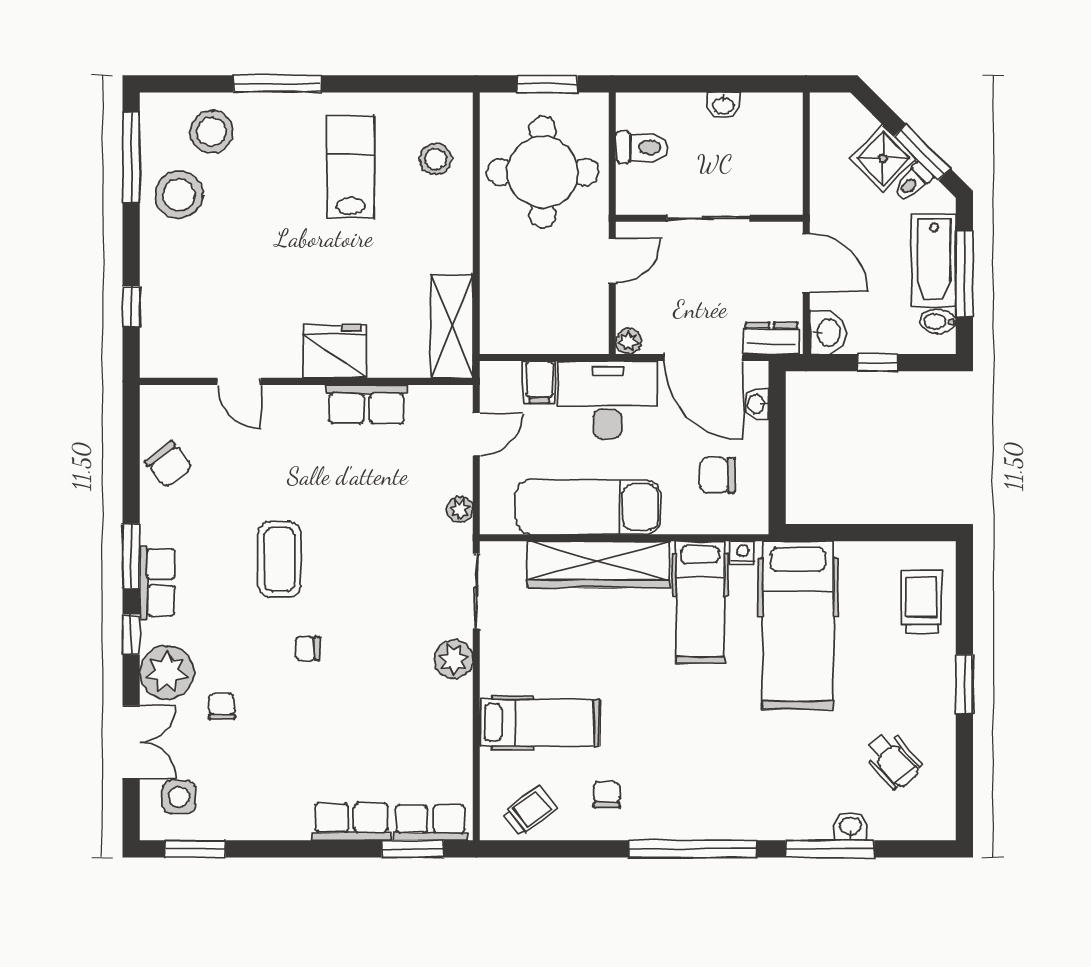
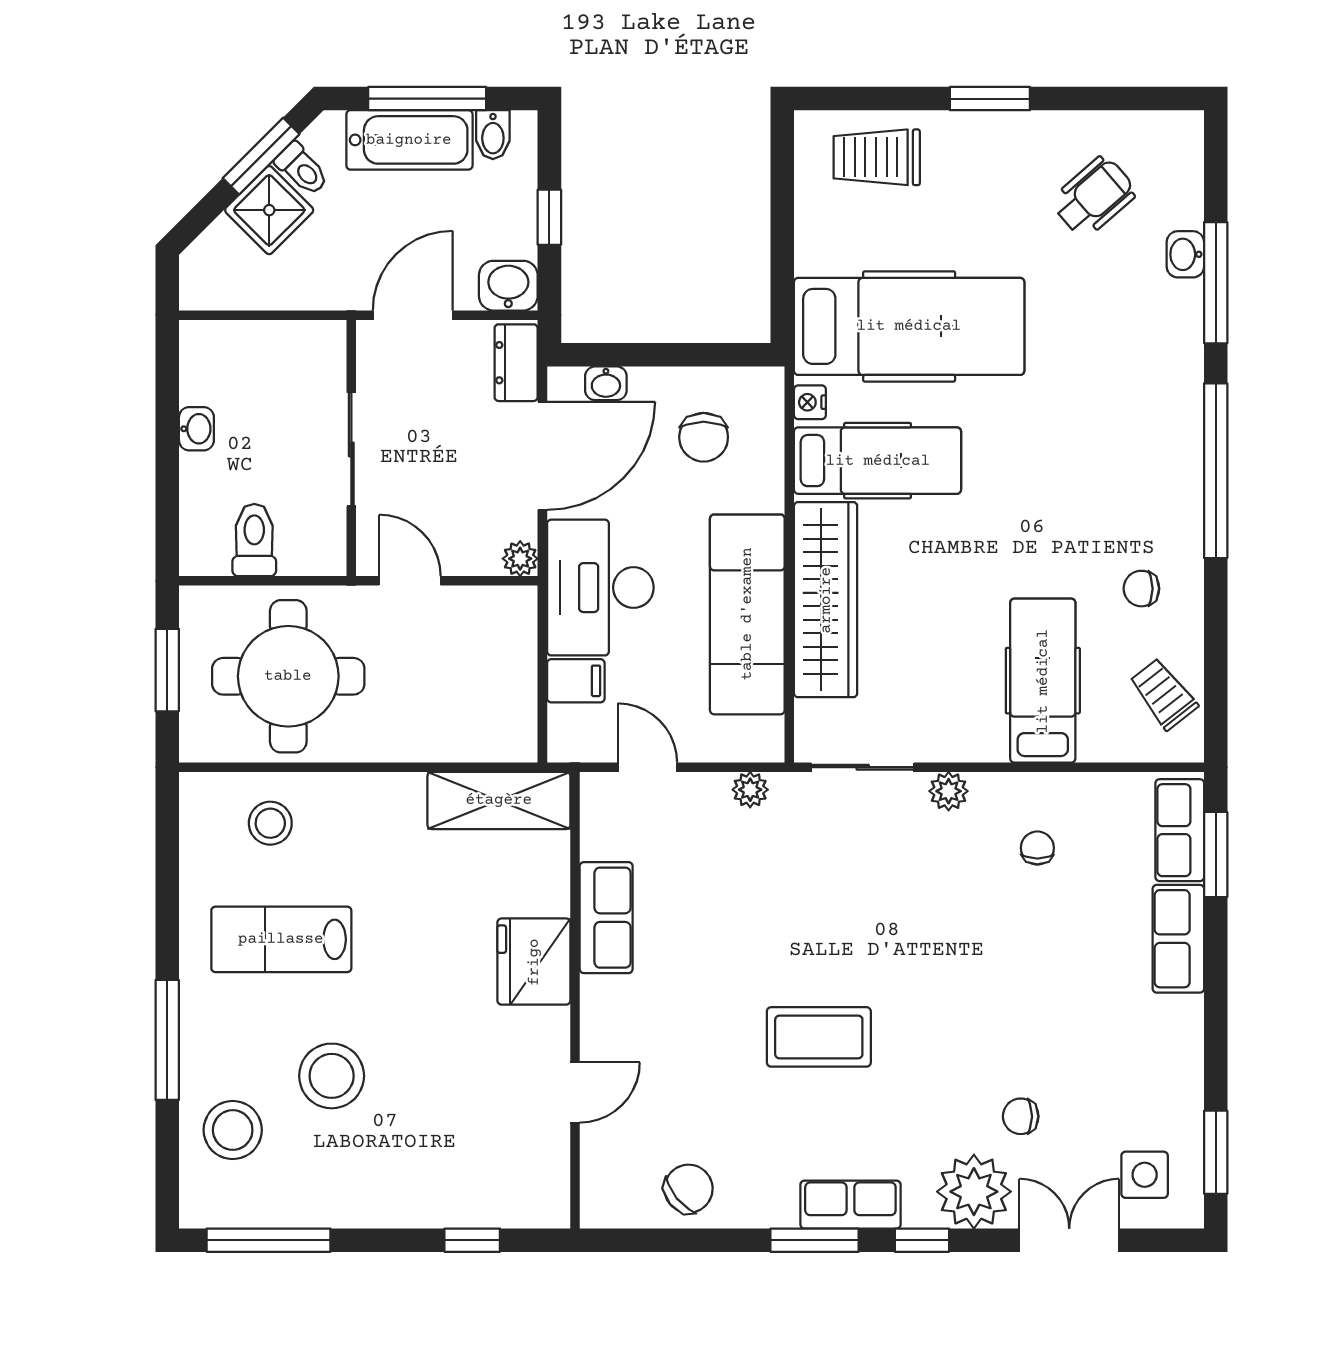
stool: (179, 195) -> (332, 1076), moved
chair: (308, 649) -> (1037, 848), moved, turned 180
plant: (454, 659) -> (949, 791), width x0.73, depth x0.73

